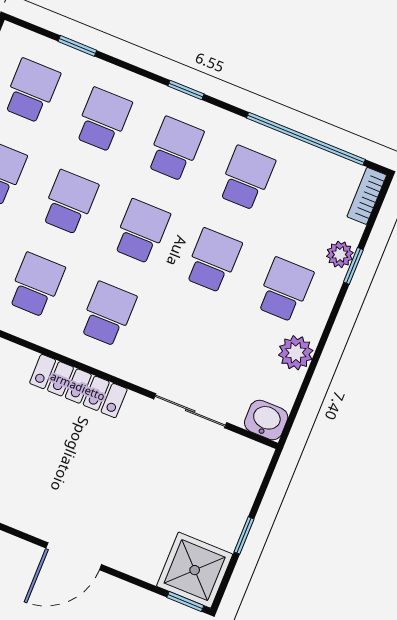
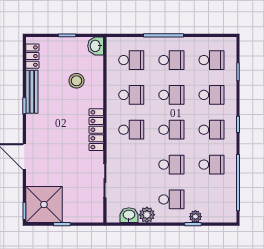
bookcase: (367, 196) -> (224, 218), removed
washbasin: (266, 420) -> (129, 215), moved, turned -90
shower: (195, 570) -> (44, 205), width x1.37, depth x1.37

